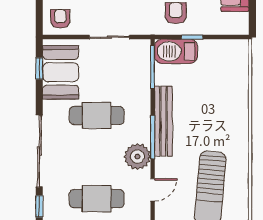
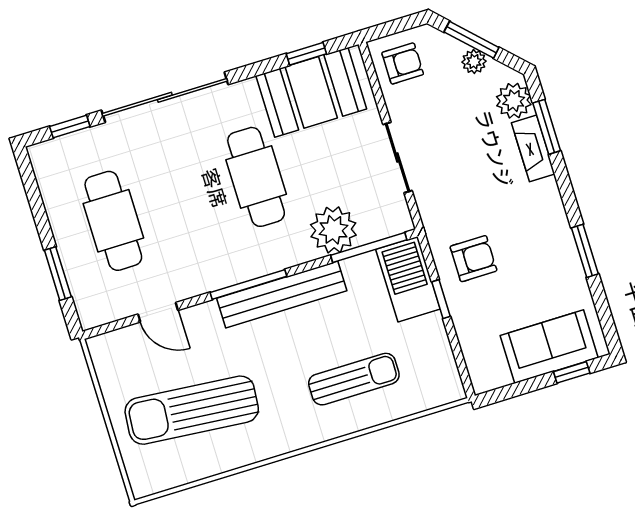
sun lounger: (220, 97) -> (354, 379), added
plant: (137, 157) -> (333, 230), moved

